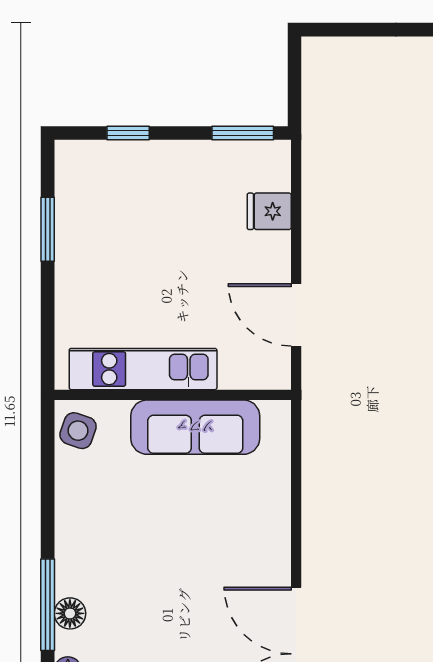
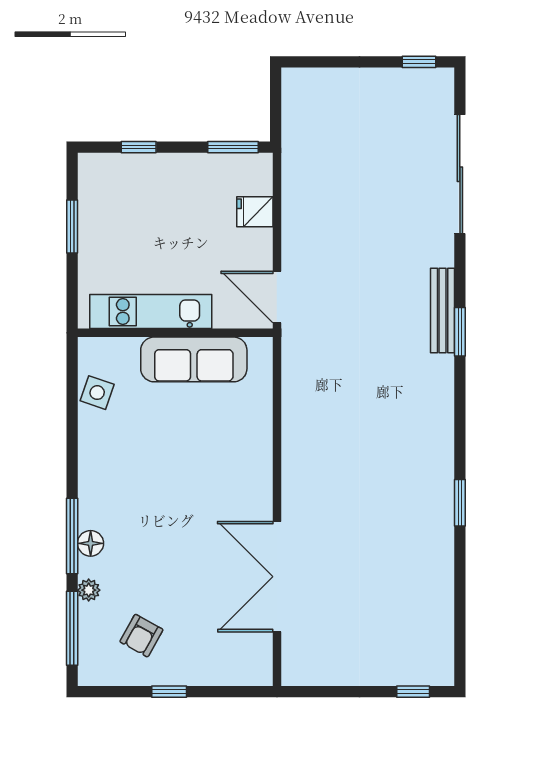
kitchen unit: (143, 369) -> (151, 311), moved
wall: (173, 395) -> (175, 333), moved
sofa: (195, 427) -> (194, 359), moved

